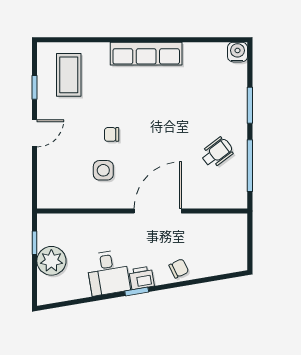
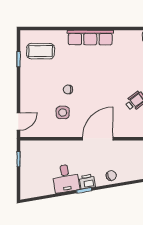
coffee table: (69, 75) -> (40, 51), turned 90
door: (35, 133) -> (18, 121), moved
plant: (51, 261) -> (29, 171), removed

